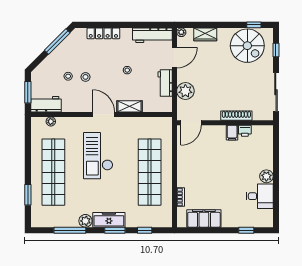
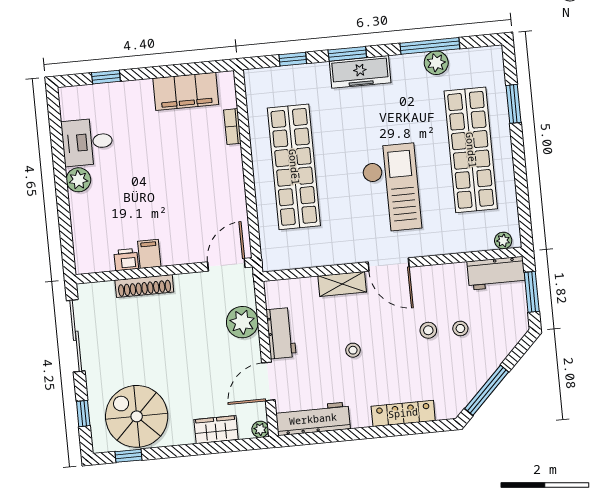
plant: (51, 121) -> (503, 241), moved
plant: (85, 221) -> (436, 63), moved

